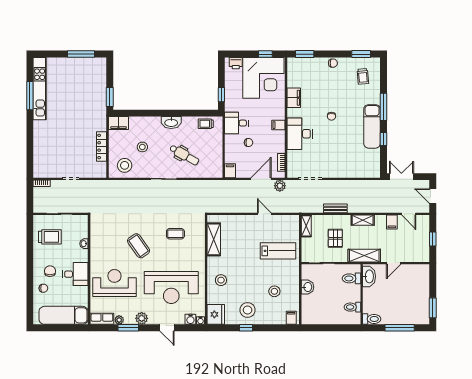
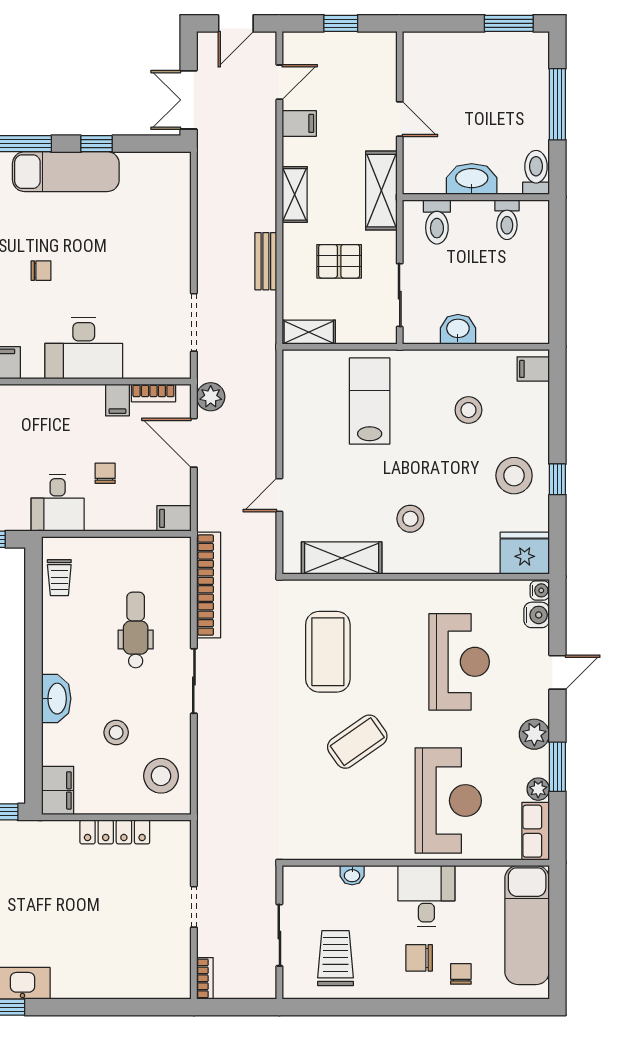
washbasin: (171, 122) -> (56, 699), moved
filing cabinet: (278, 125) -> (117, 400), moved
dental chair: (184, 155) -> (136, 630), turned -30
bookcase: (203, 185) -> (209, 585), added
door: (264, 214) -> (279, 495), moved
coffee table: (175, 234) -> (328, 652), width x1.86, depth x1.72
washbasin: (369, 276) -> (472, 179), moved
stool: (221, 280) -> (410, 519), moved
reception desk: (114, 283) -> (448, 801), turned 180
reception desk: (171, 287) -> (459, 662), width x0.74, depth x0.77

